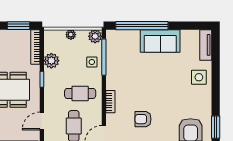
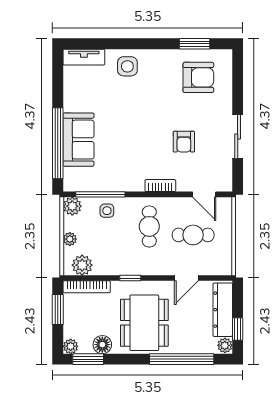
sofa: (160, 41) -> (78, 140), moved
plant: (51, 61) -> (82, 265), moved
door: (42, 121) -> (186, 278), hinge flipped

